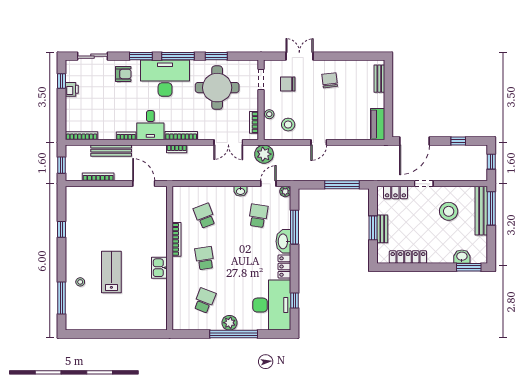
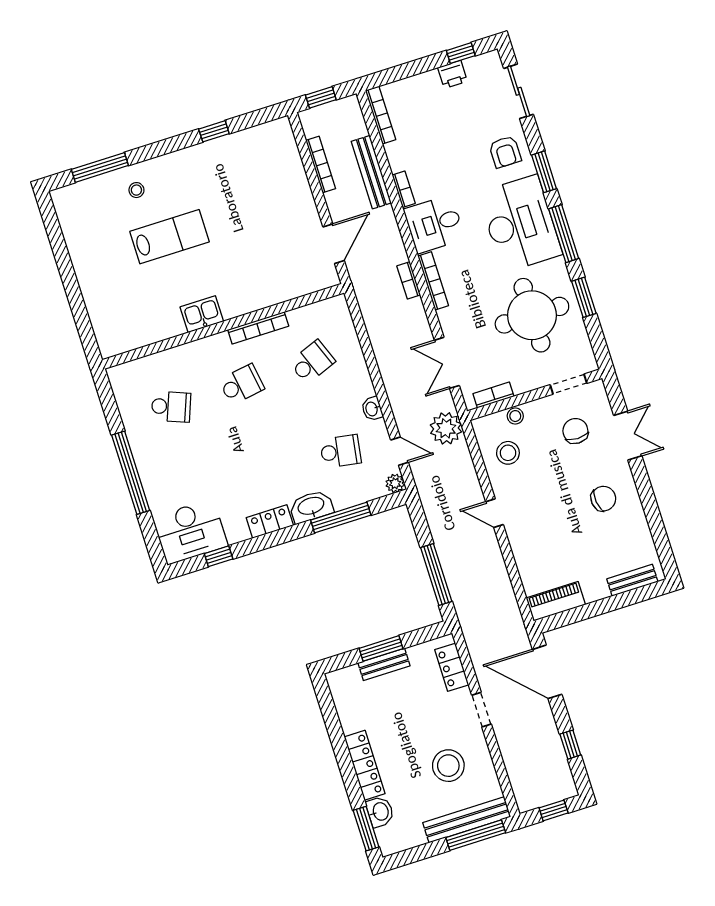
locker: (408, 257) -> (365, 765), moved
desk: (272, 305) -> (190, 532), width x0.73, depth x0.77
plant: (229, 323) -> (147, 460), removed

